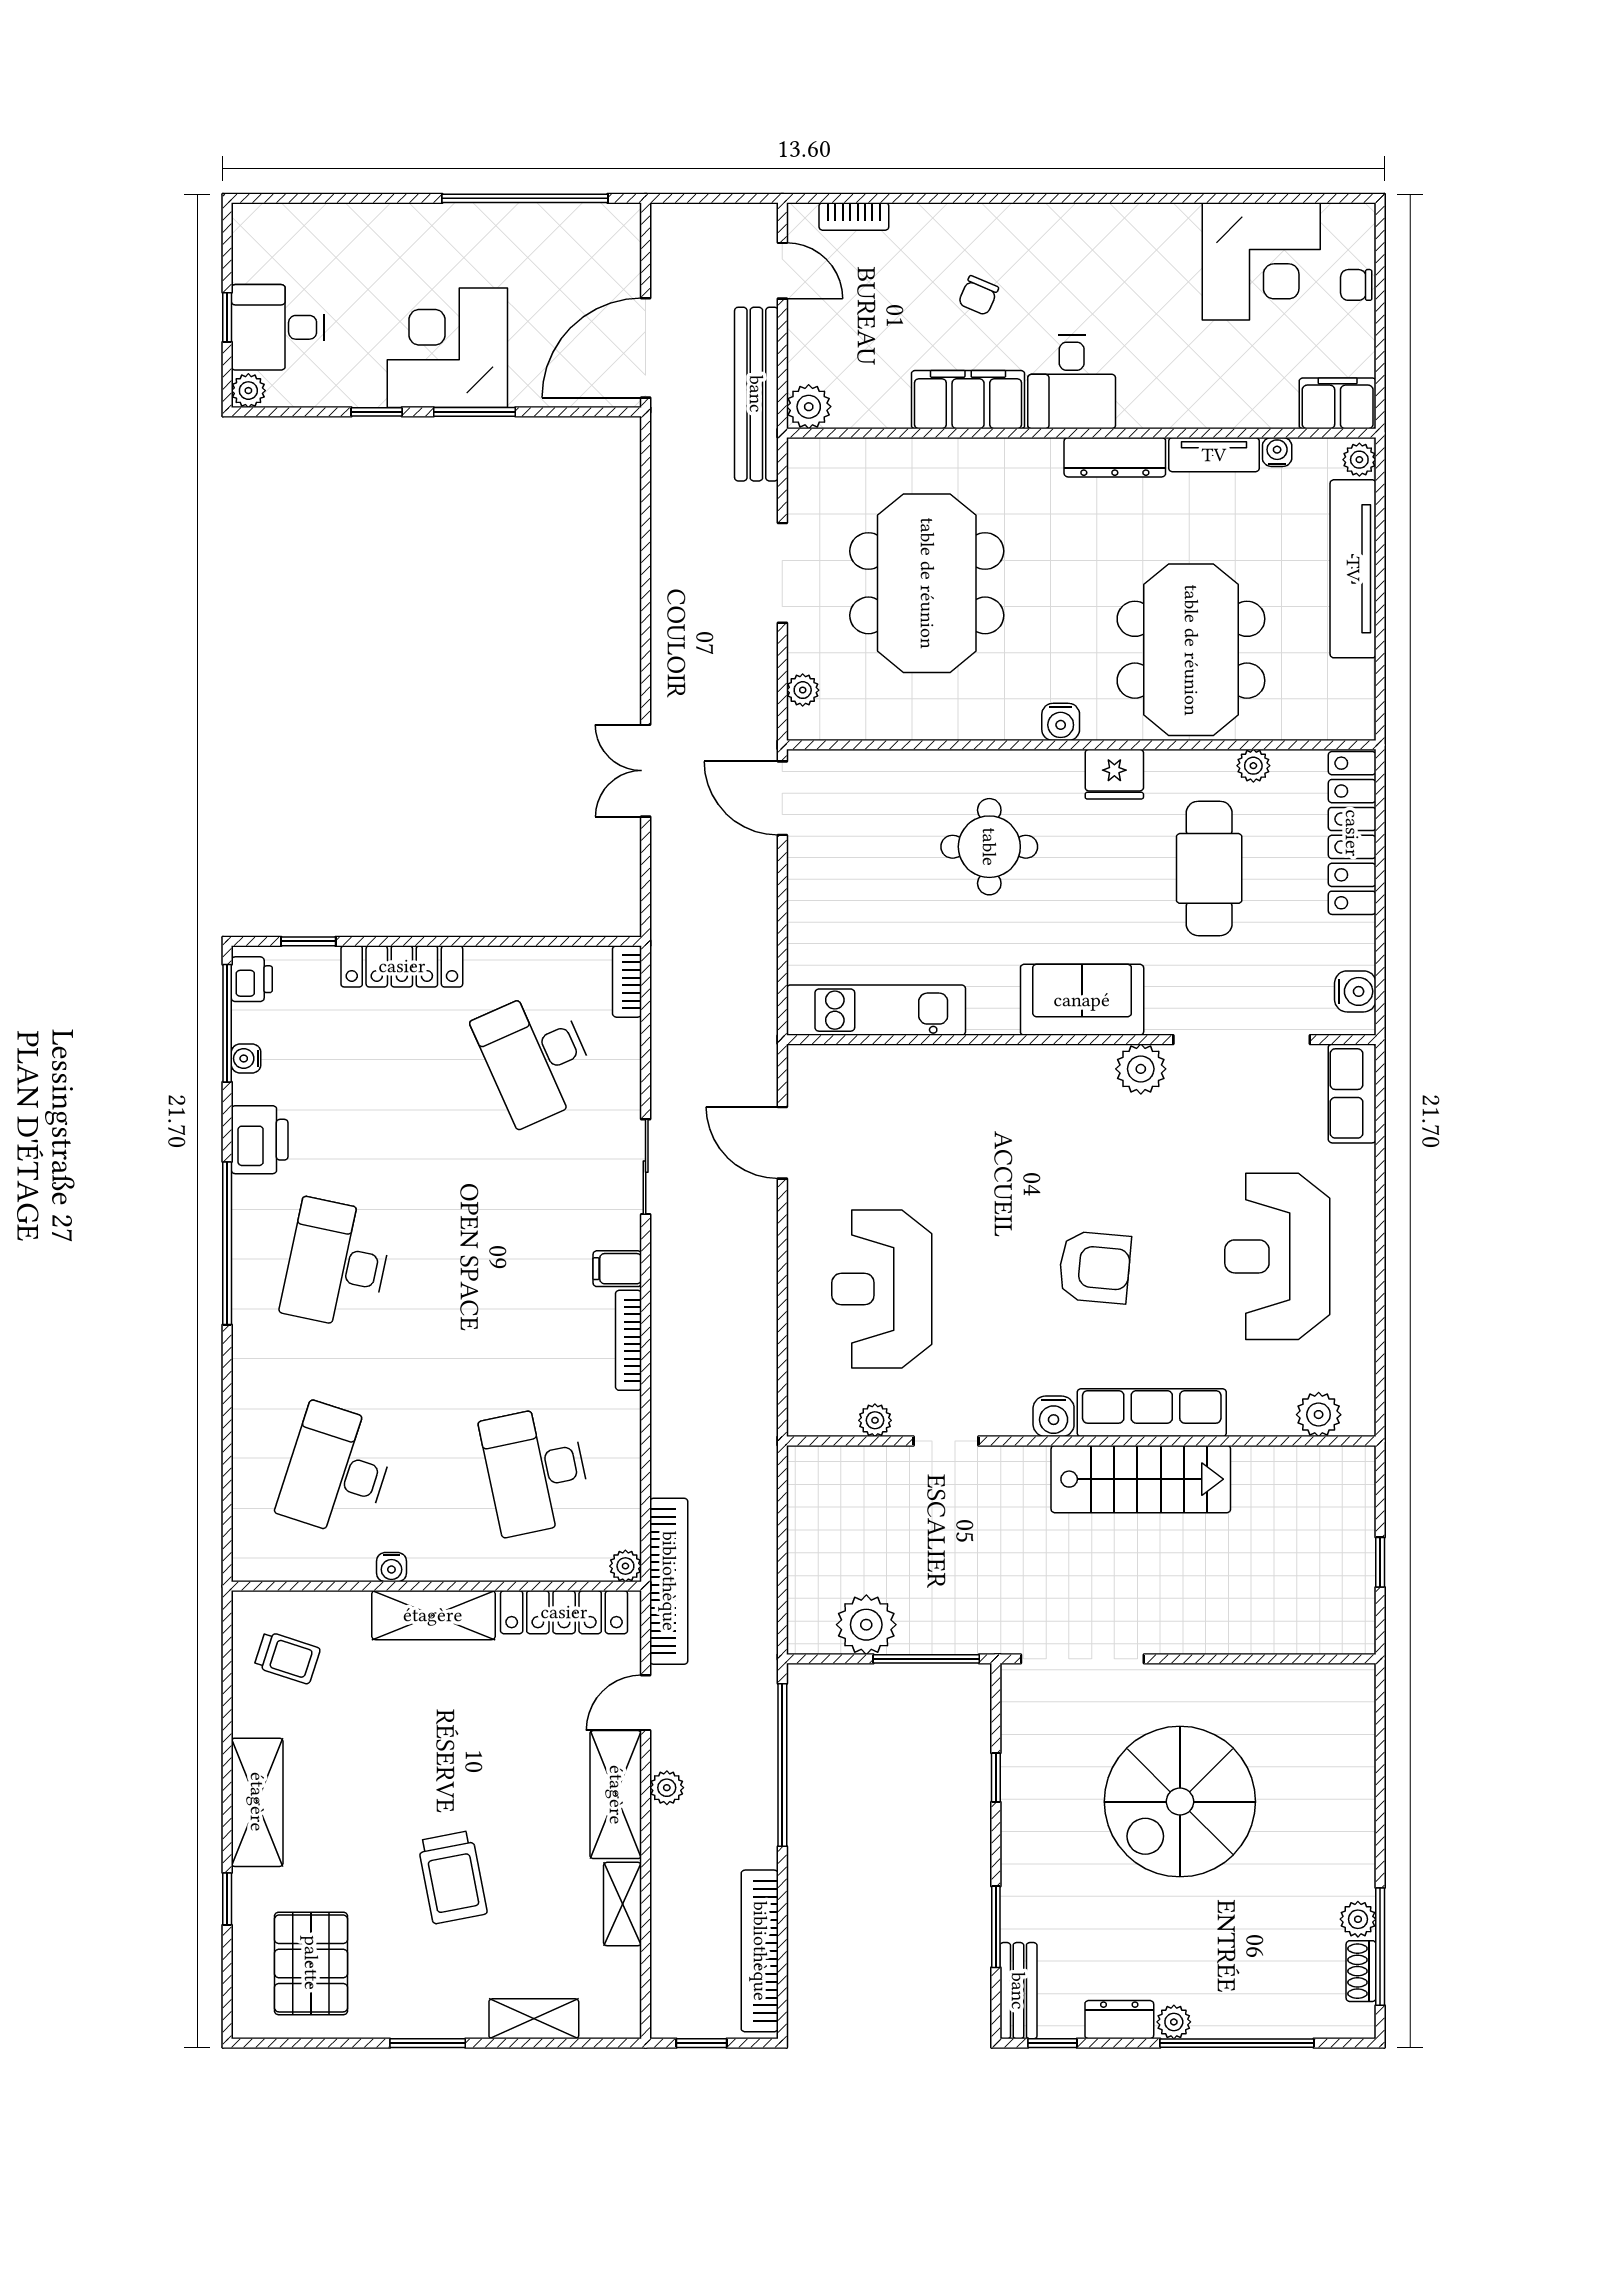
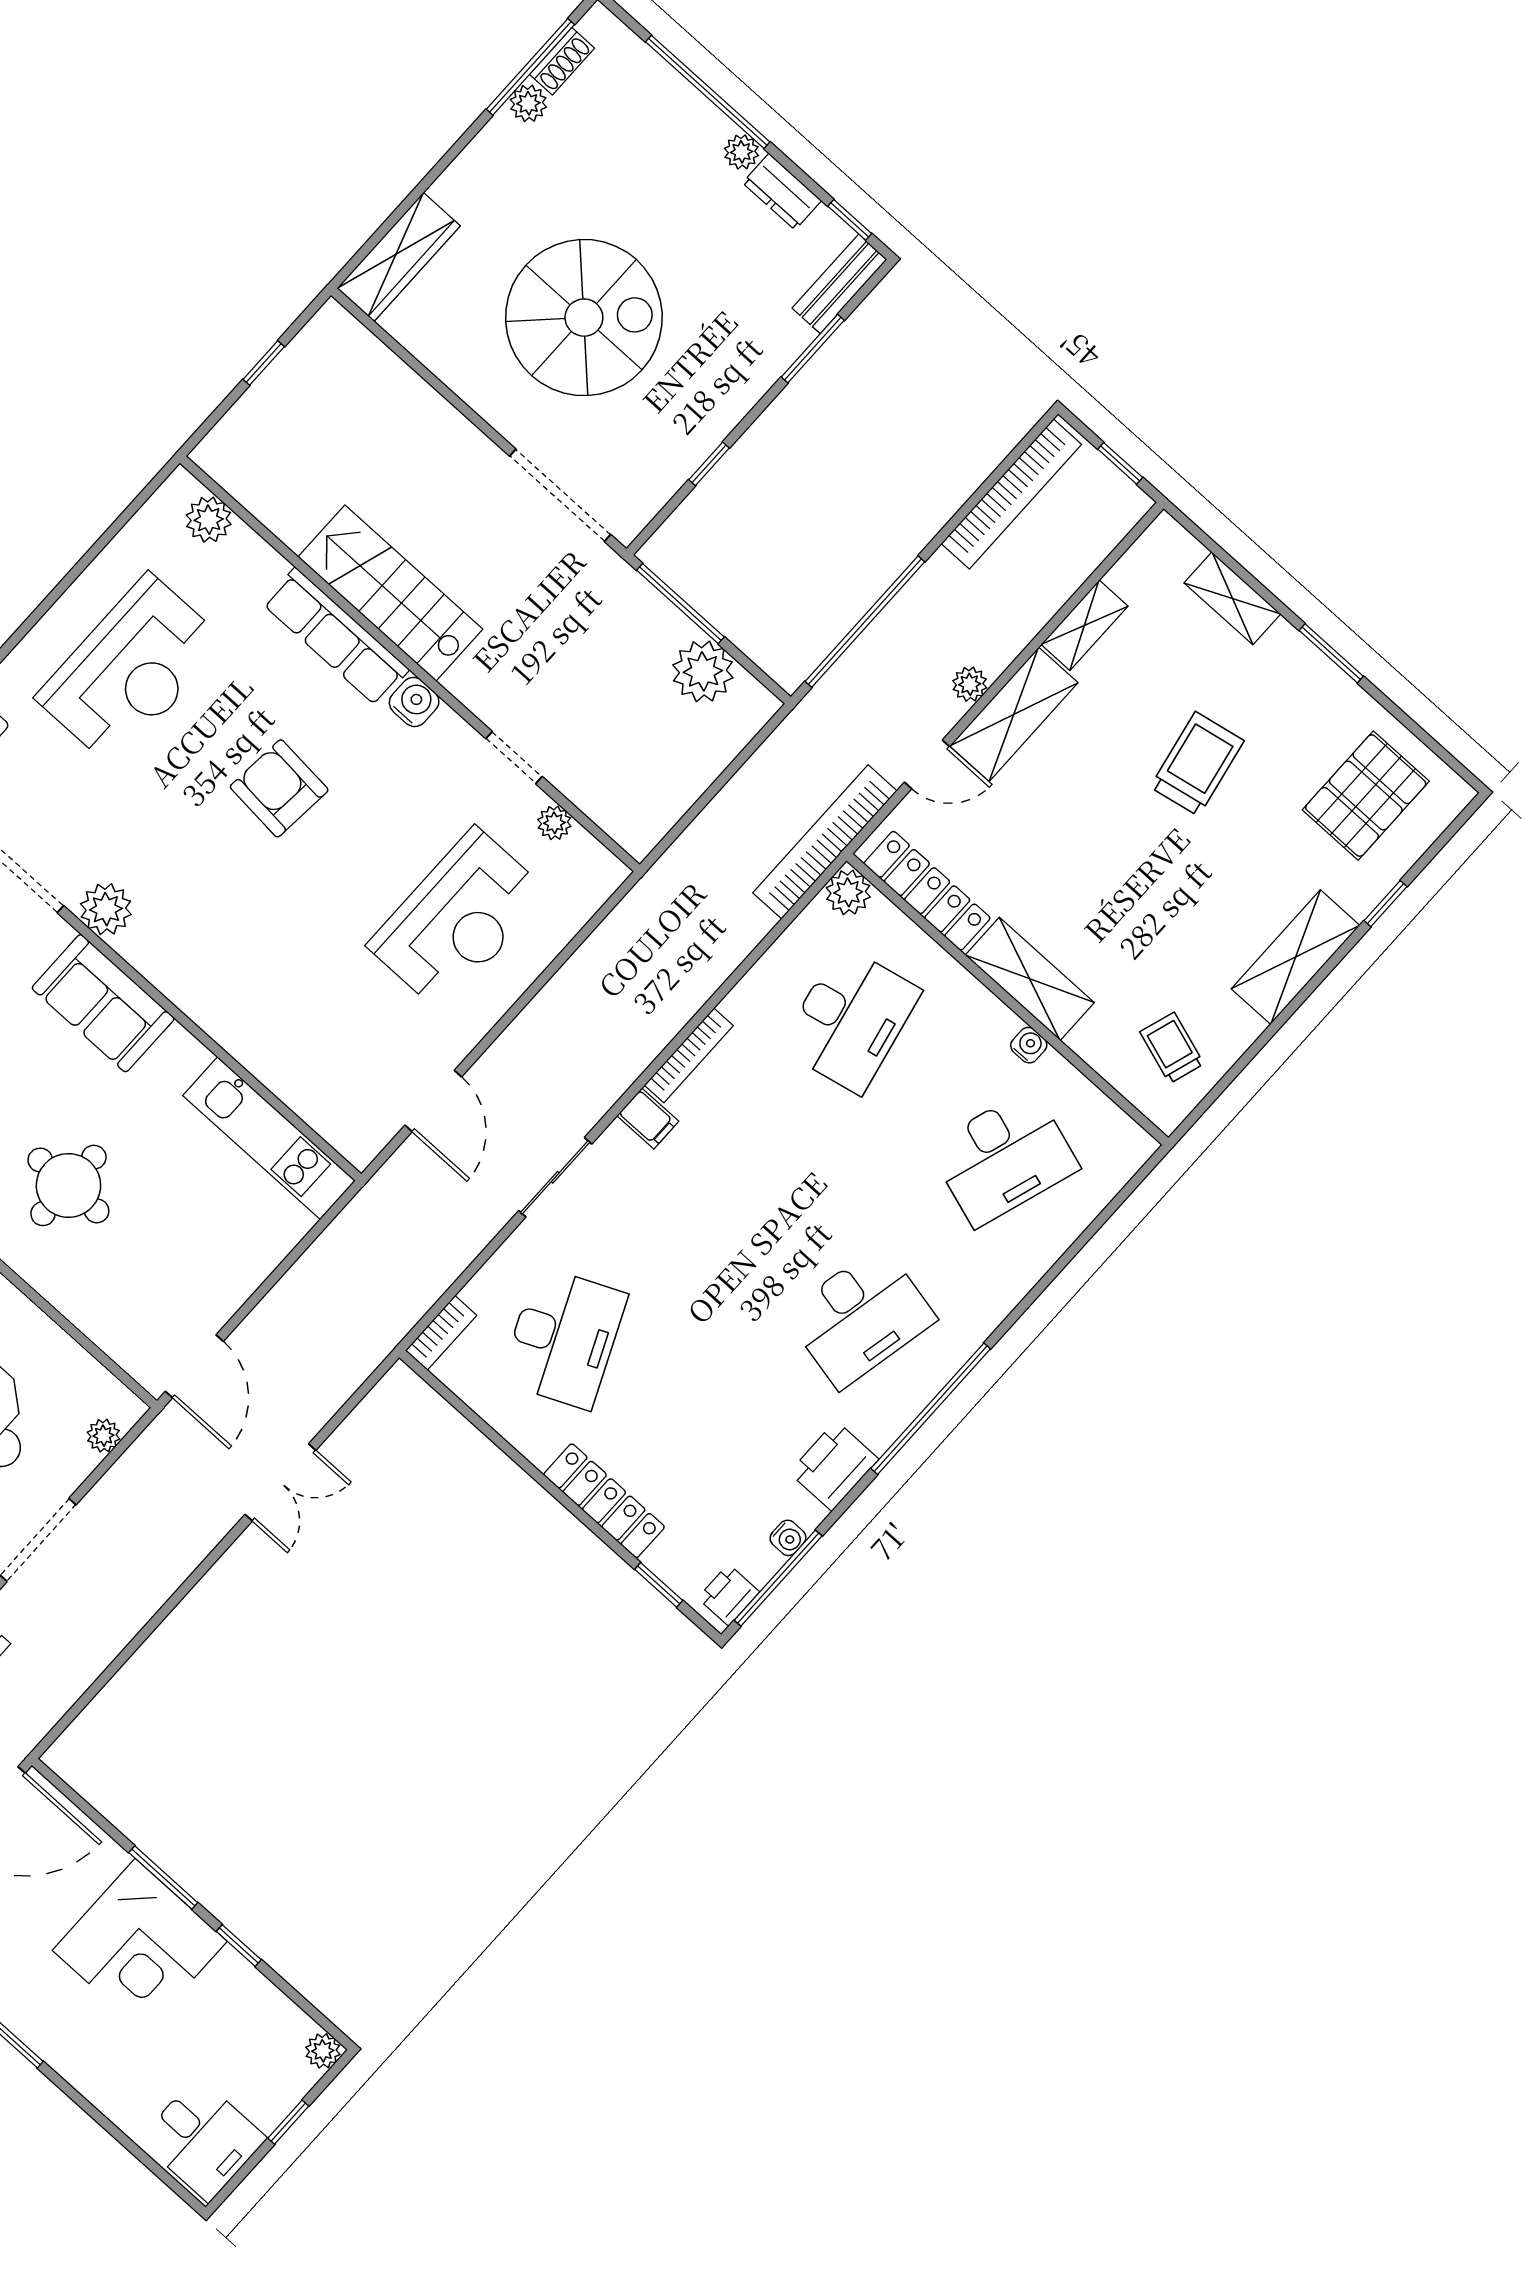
desk: (278, 327) -> (203, 2139), moved
plant: (625, 1566) -> (848, 892), width x1.38, depth x1.38
wardrobe: (1352, 1725) -> (399, 257), added

